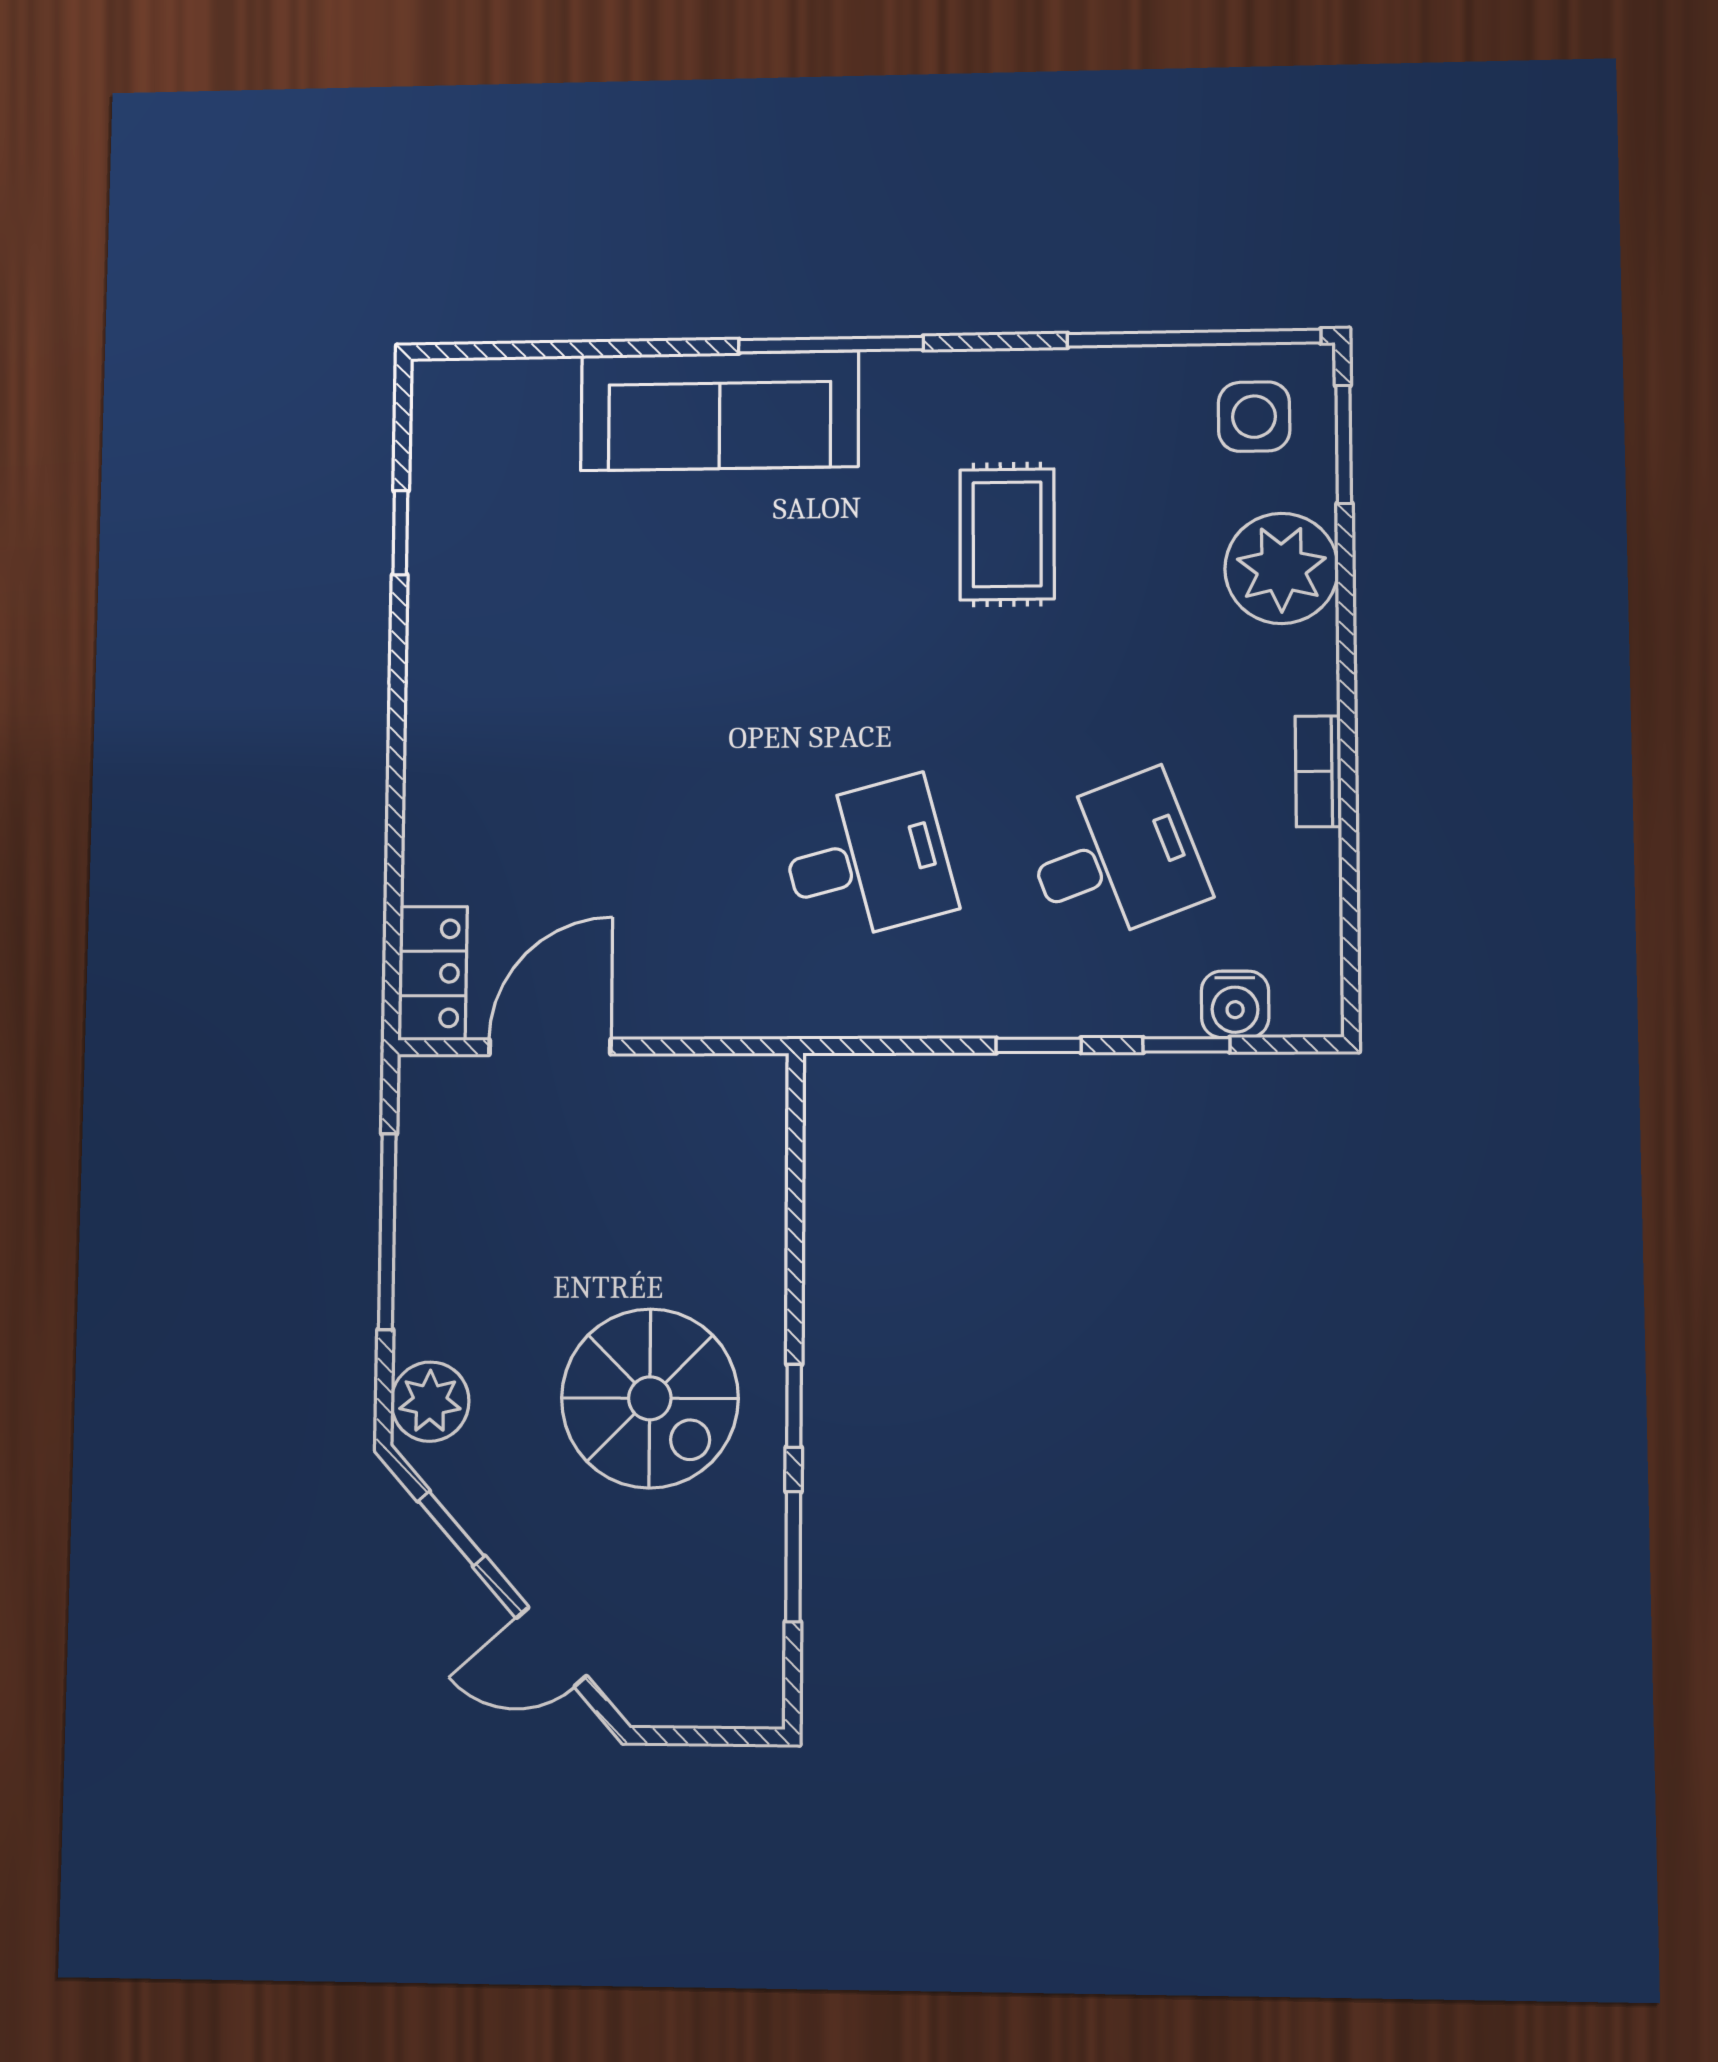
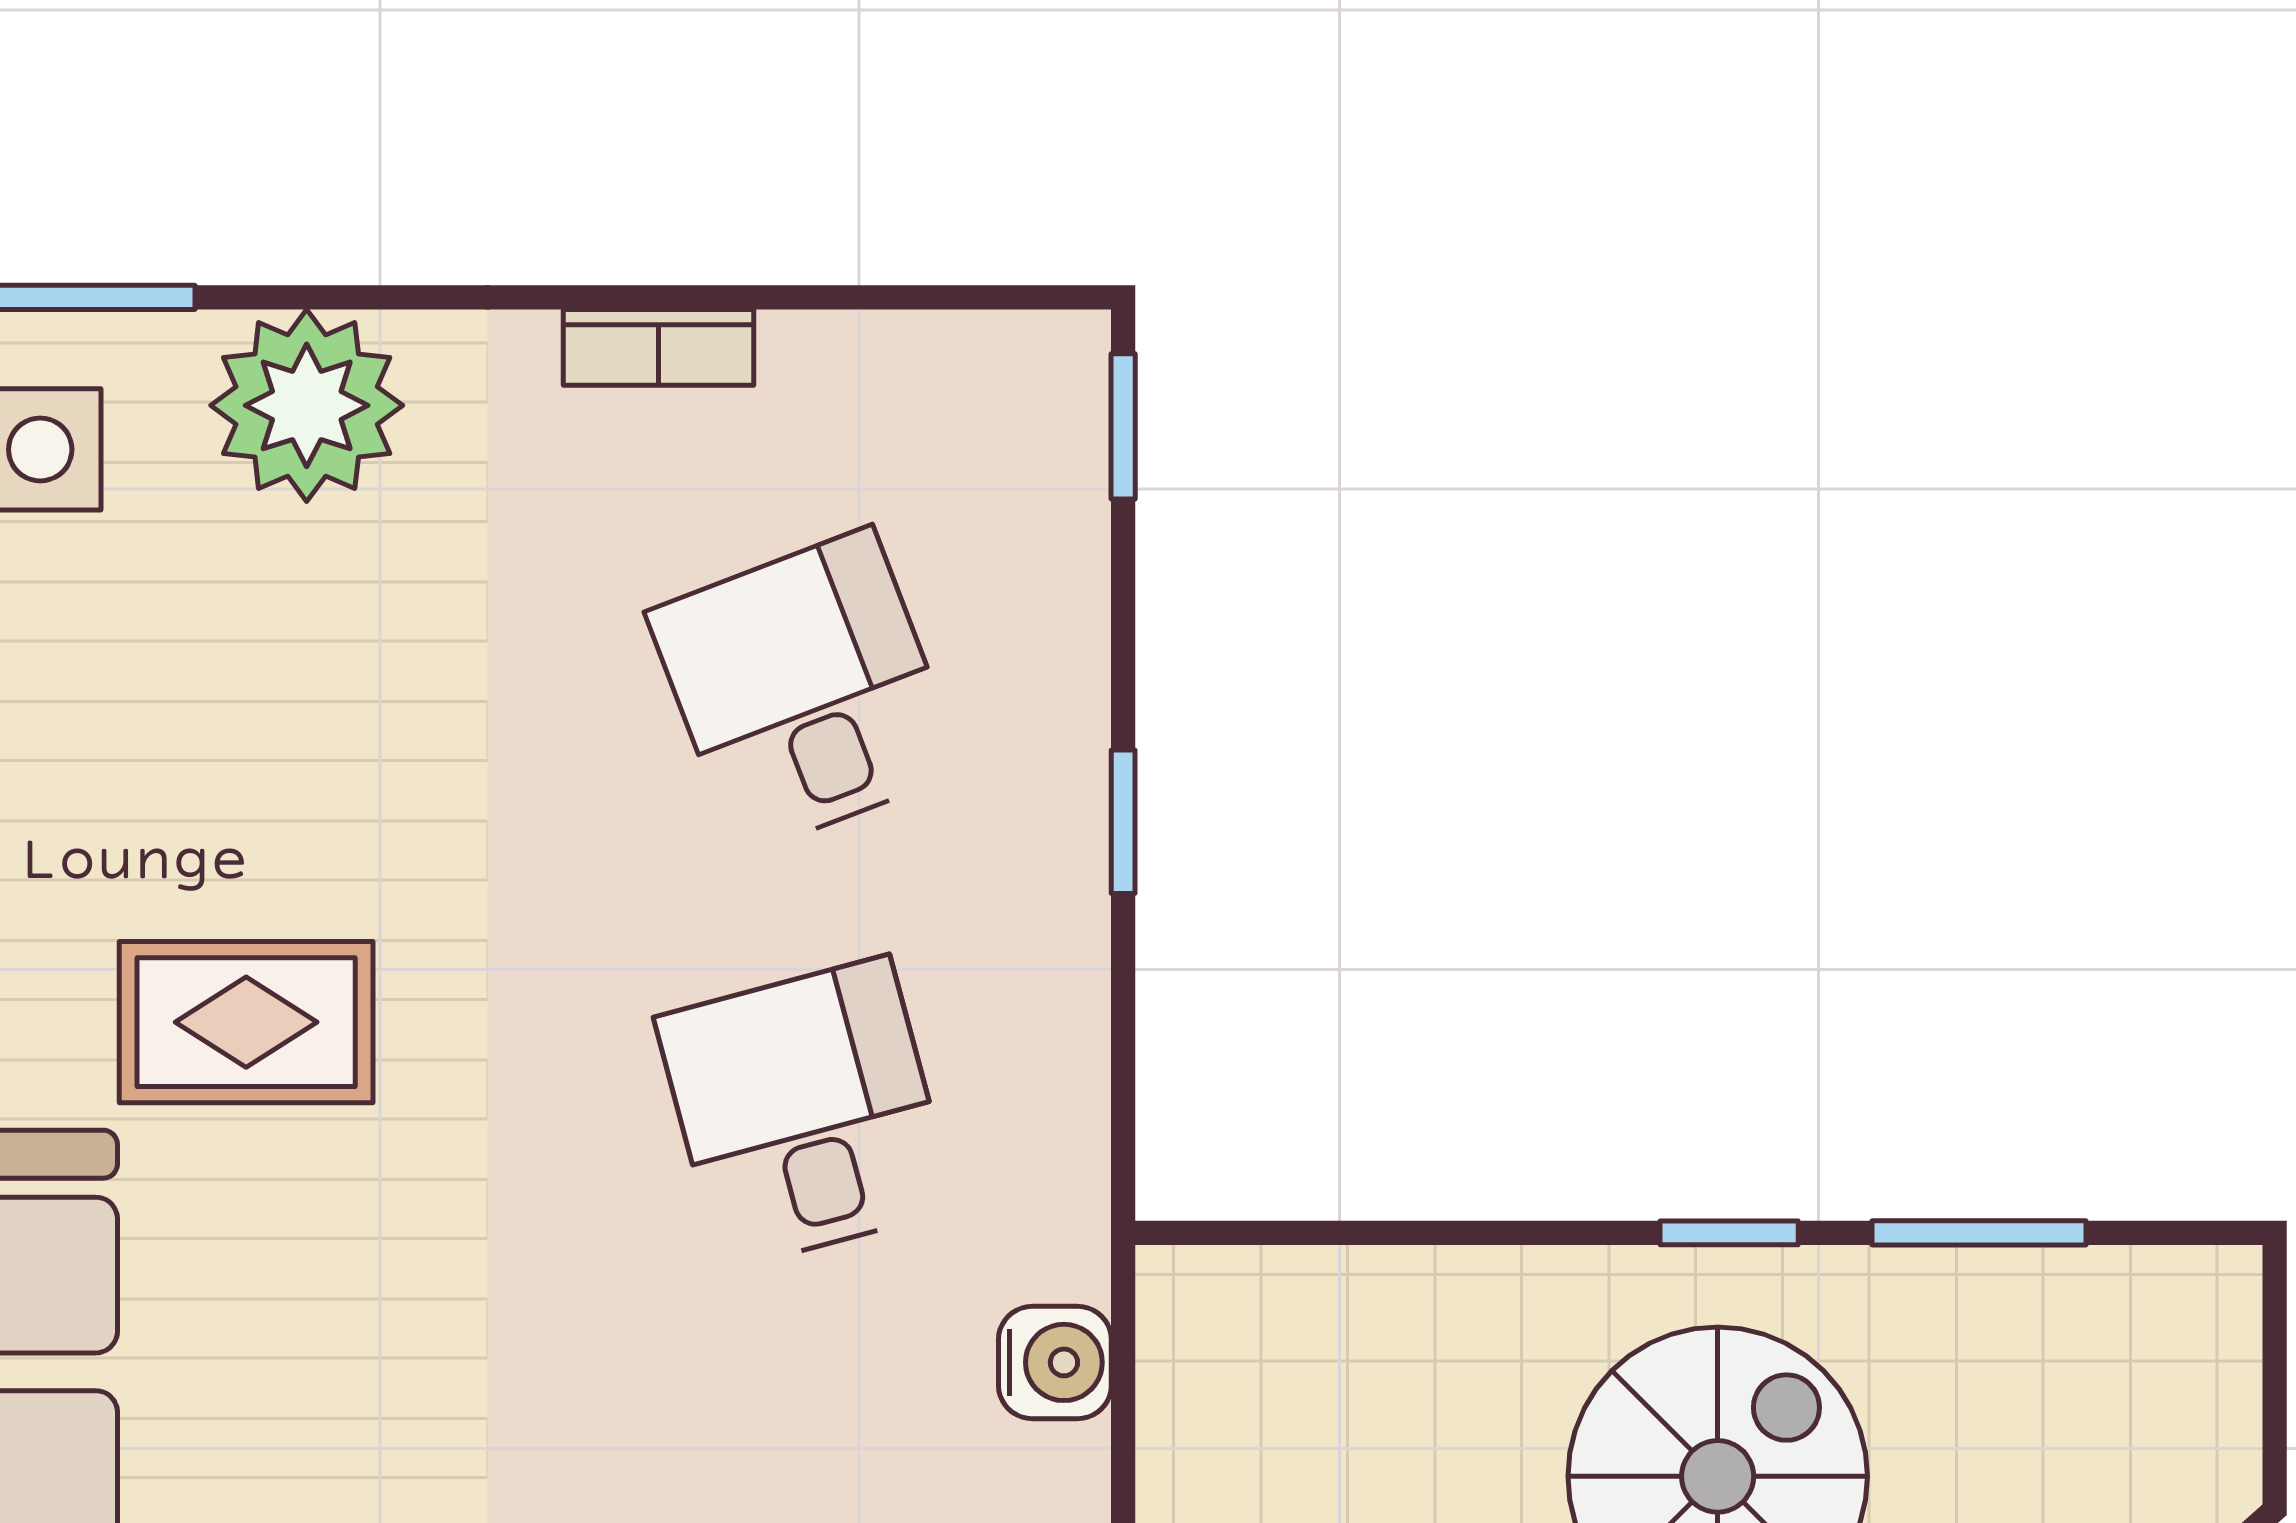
rug: (1007, 534) -> (246, 1022), moved
water cooler: (1235, 1004) -> (1055, 1362), moved
window: (1186, 1045) -> (1123, 426), moved

